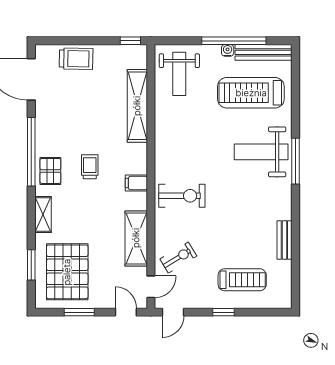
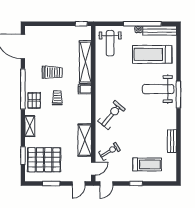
trolley: (76, 59) -> (52, 72), moved
filing cabinet: (136, 183) -> (85, 89), moved
exercise bike: (182, 196) -> (112, 115), turned -50
pallet: (67, 272) -> (44, 160), turned 90
door: (126, 312) -> (79, 183), swing flipped

